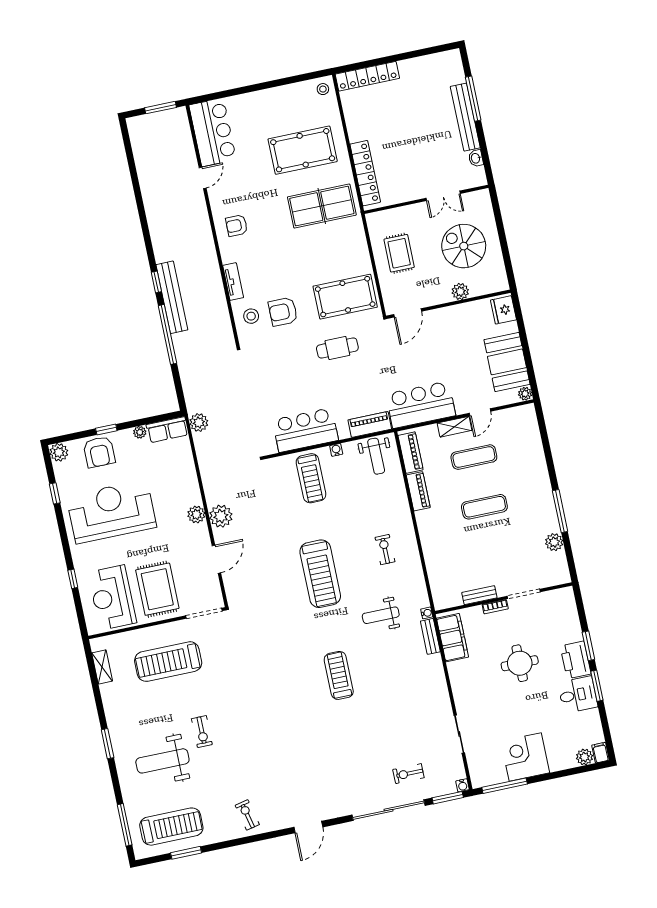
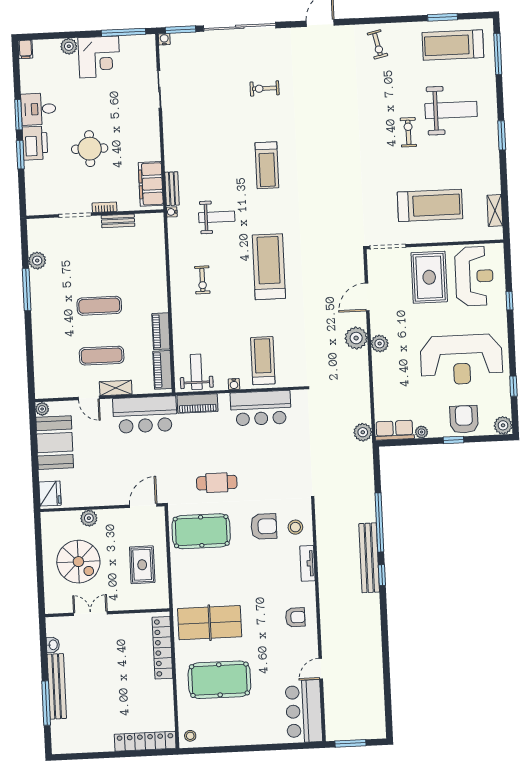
door: (480, 412) -> (89, 398), swing flipped
plant: (584, 757) -> (69, 46), moved
exercise bike: (408, 774) -> (265, 88), moved, turned 180

